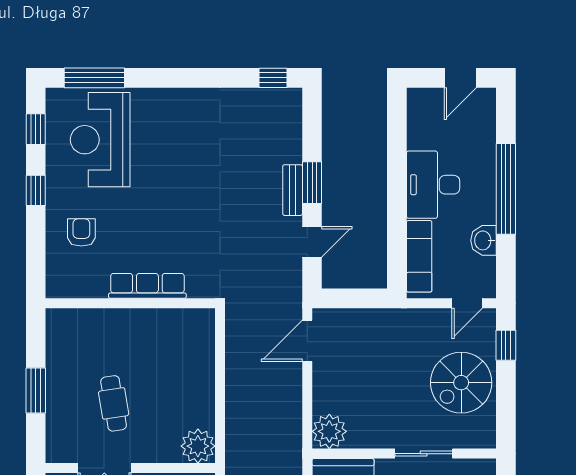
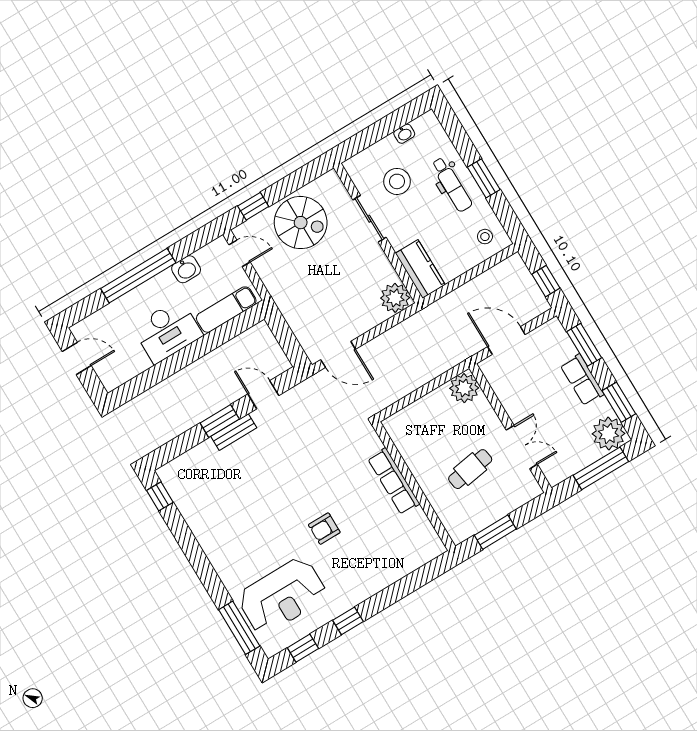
armchair: (81, 232) -> (324, 529), moved
row of seats: (147, 286) -> (394, 481), moved
wall: (130, 303) -> (414, 486), moved

